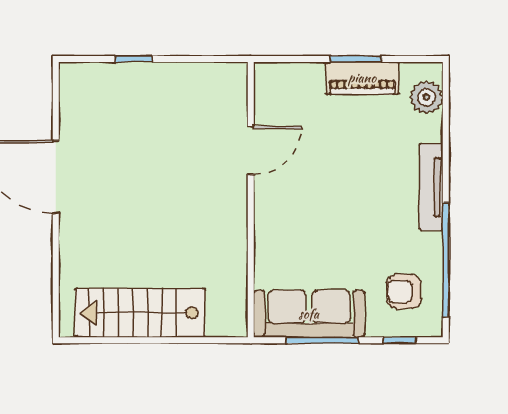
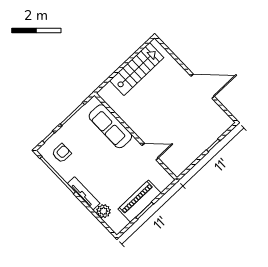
piano: (362, 78) -> (140, 201), width x1.37, depth x1.33
plant: (426, 97) -> (103, 211), moved
door: (251, 150) -> (150, 152), swing flipped
sofa: (309, 314) -> (110, 126), moved, turned 90

